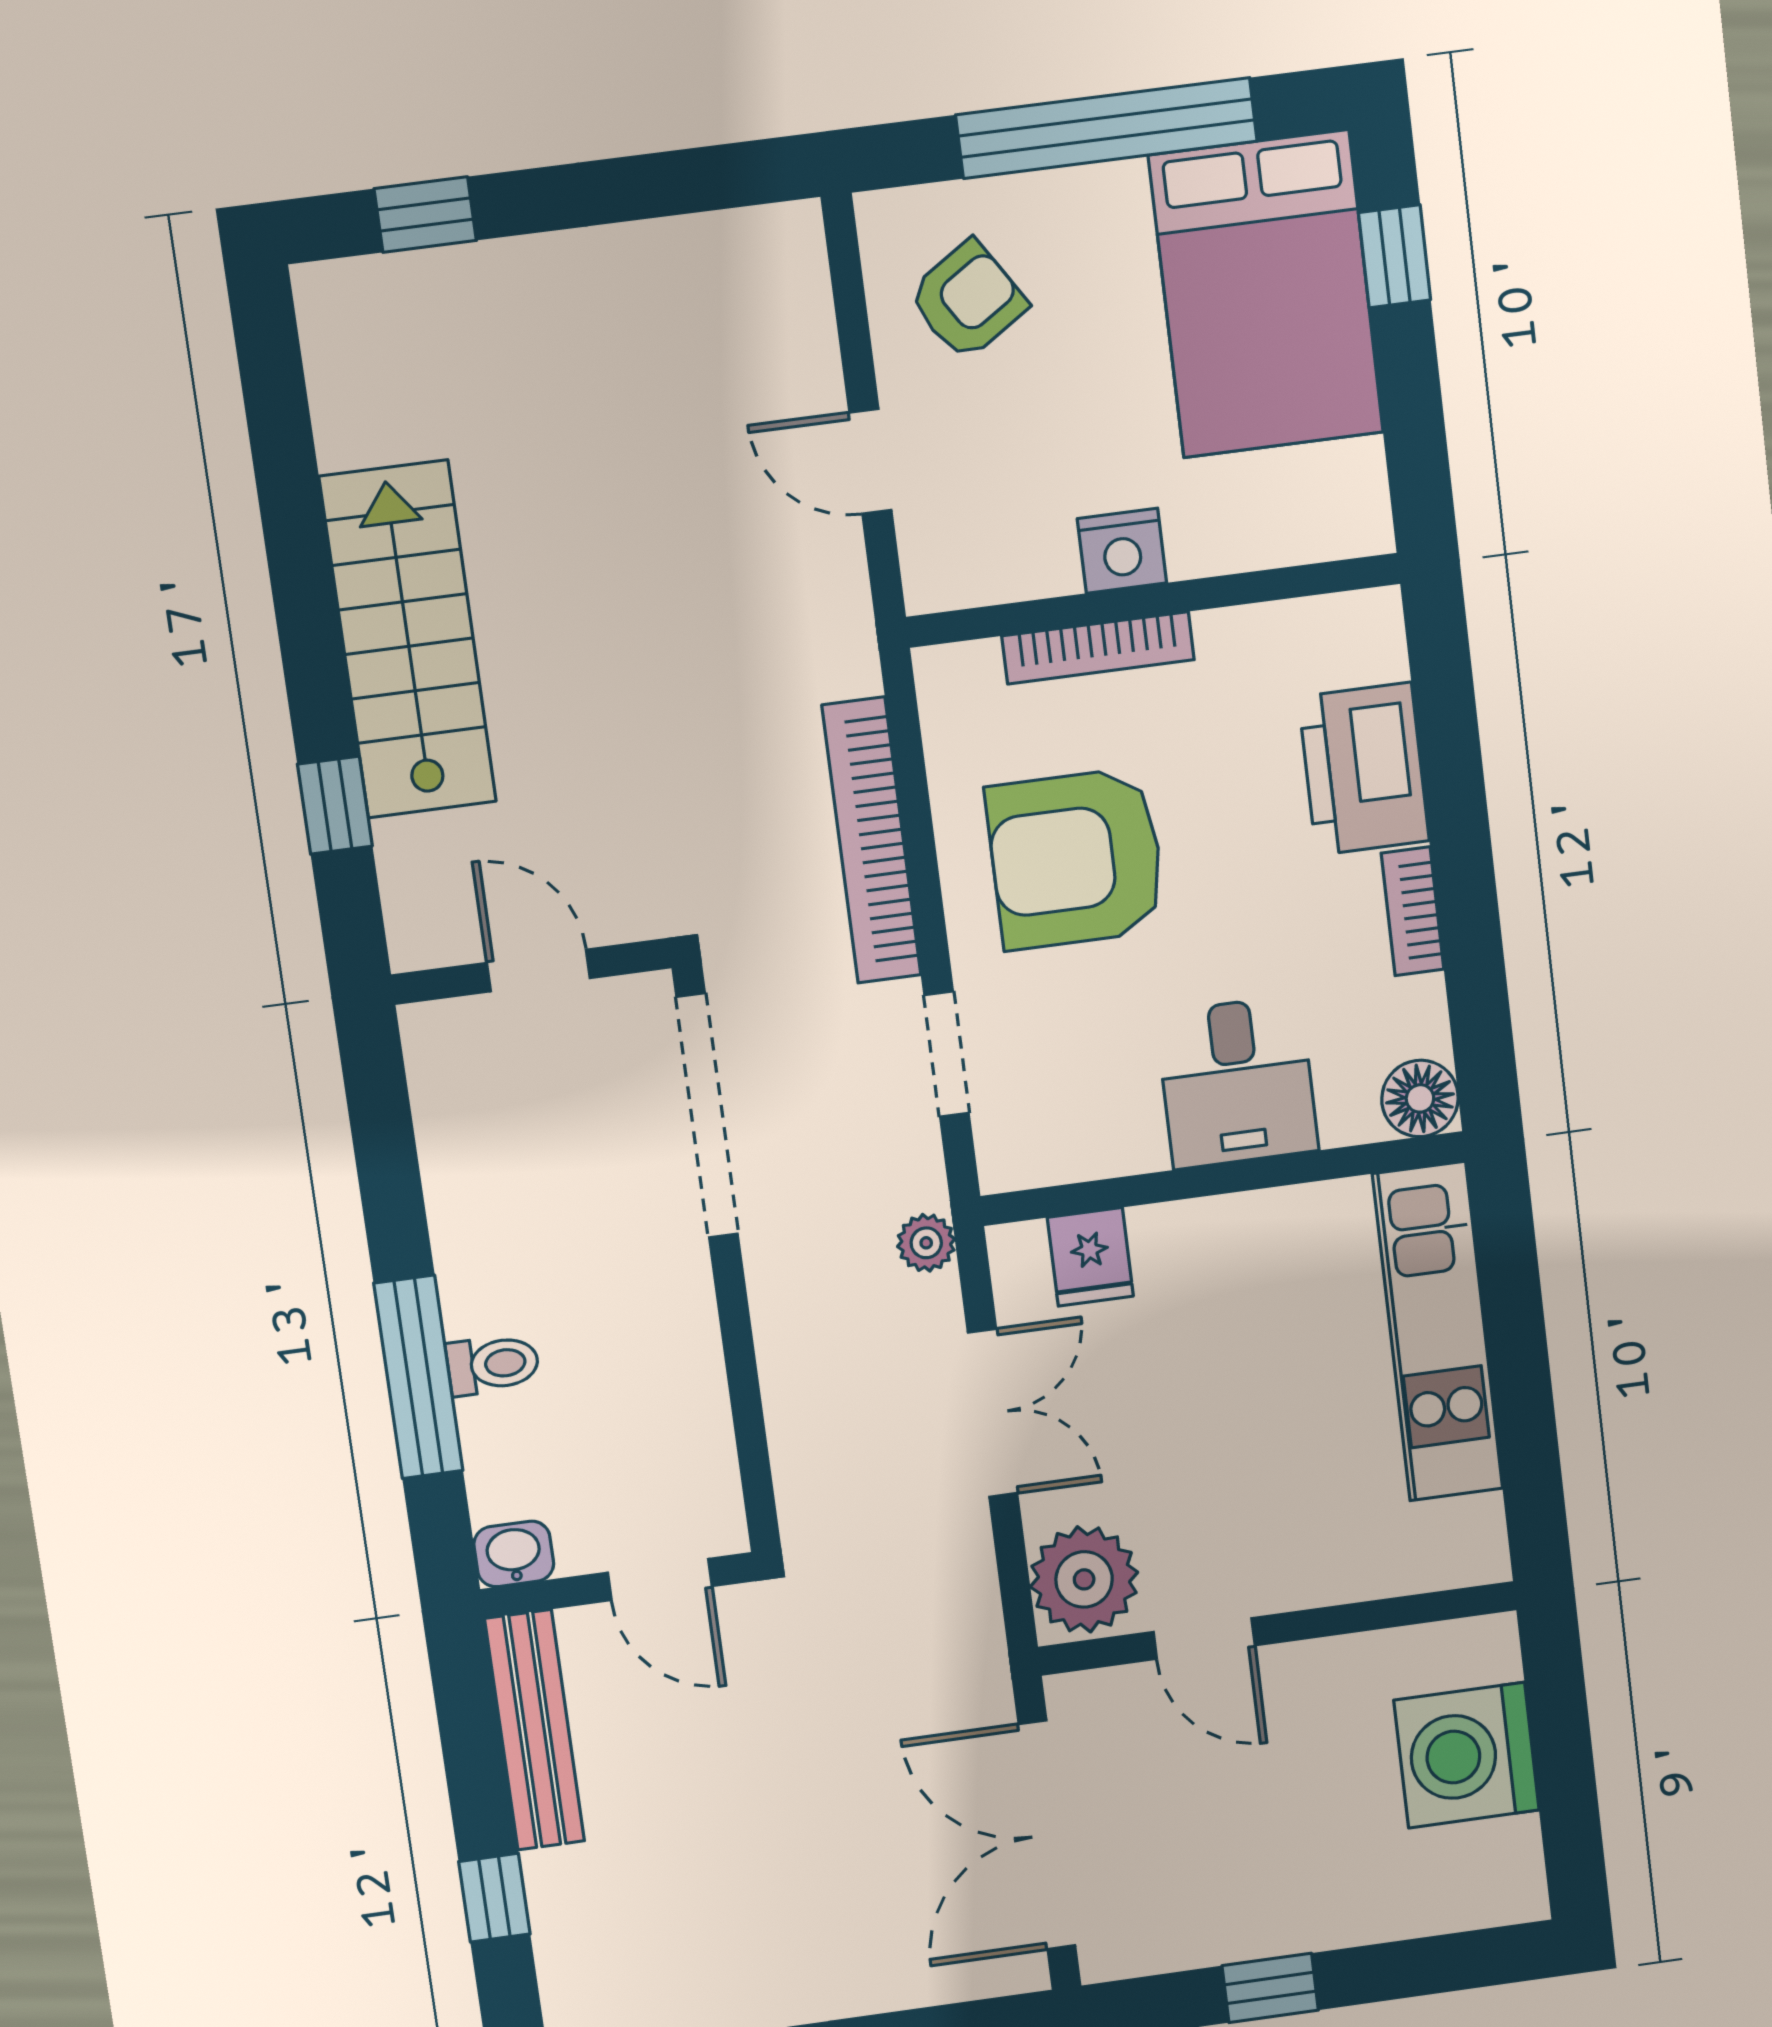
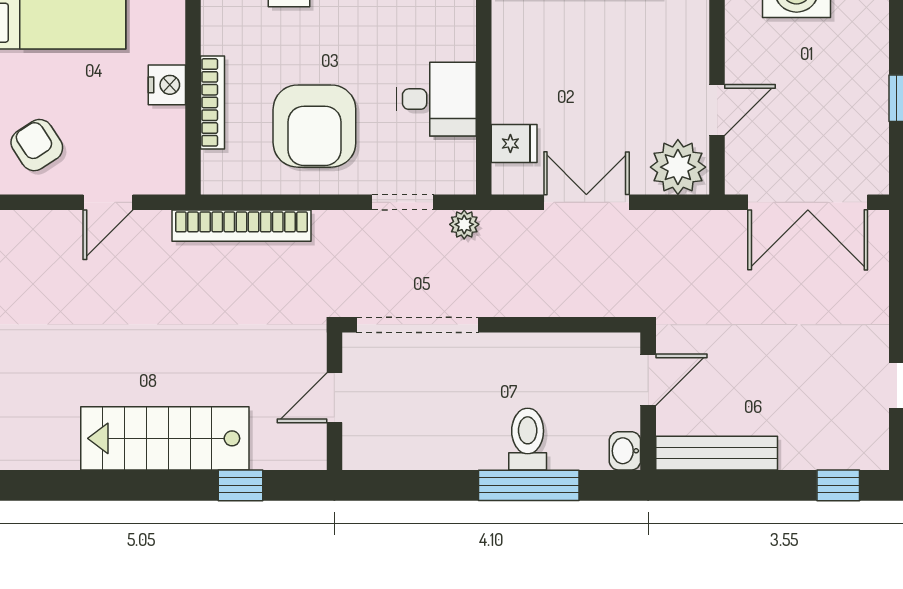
bookcase: (871, 840) -> (241, 226), moved
desk: (1237, 1082) -> (436, 99), moved
plant: (926, 1243) -> (464, 224), moved
toilet: (493, 1365) -> (528, 439), width x1.37, depth x1.39
window: (494, 1898) -> (838, 485), moved

